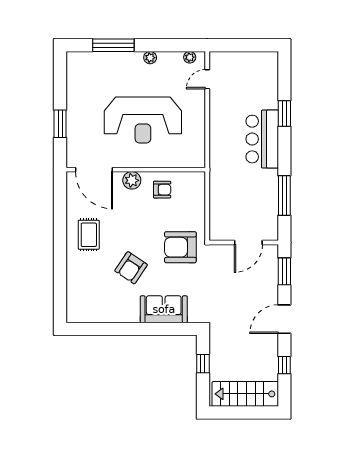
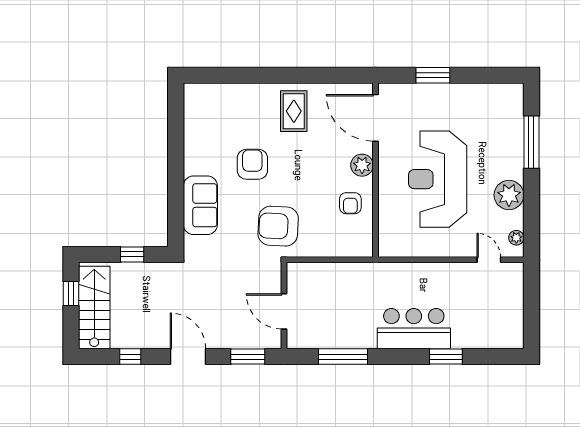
plant: (150, 58) -> (509, 195), width x1.87, depth x1.87
door: (94, 170) -> (375, 118), hinge flipped
rug: (89, 235) -> (294, 111), turned 90
armchair: (180, 247) -> (278, 226), turned -87
armchair: (131, 268) -> (252, 164), turned 56
window: (234, 412) -> (71, 293), added

